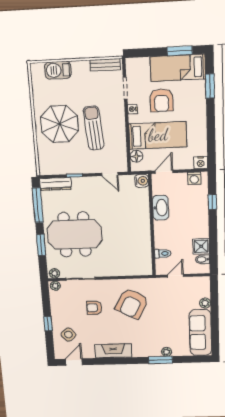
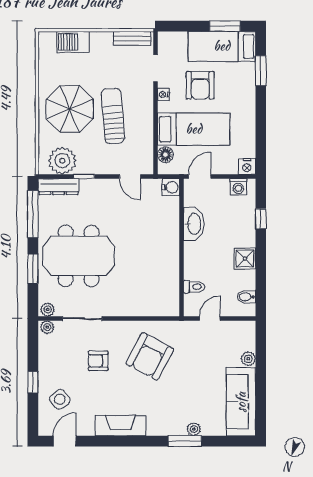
plant: (57, 164) -> (62, 161), added
shower: (201, 246) -> (245, 259), moved

